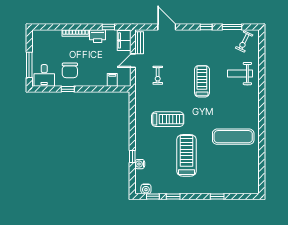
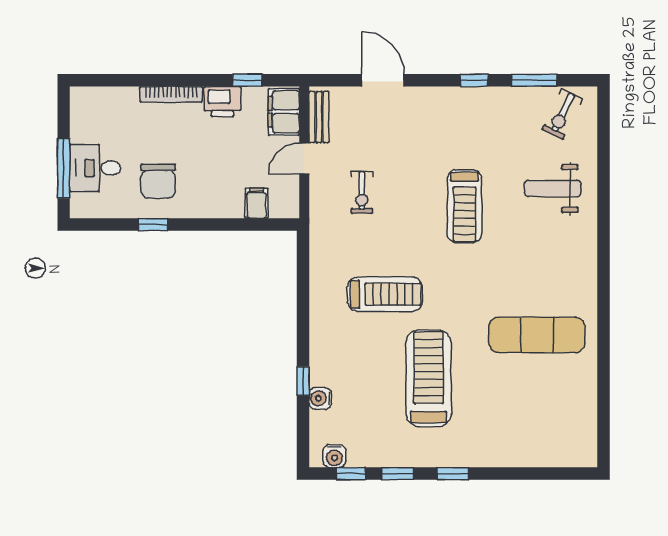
desk: (44, 75) -> (95, 168), moved, turned 90
treadmill: (202, 81) -> (464, 206), turned 180
window: (217, 196) -> (453, 474), moved

